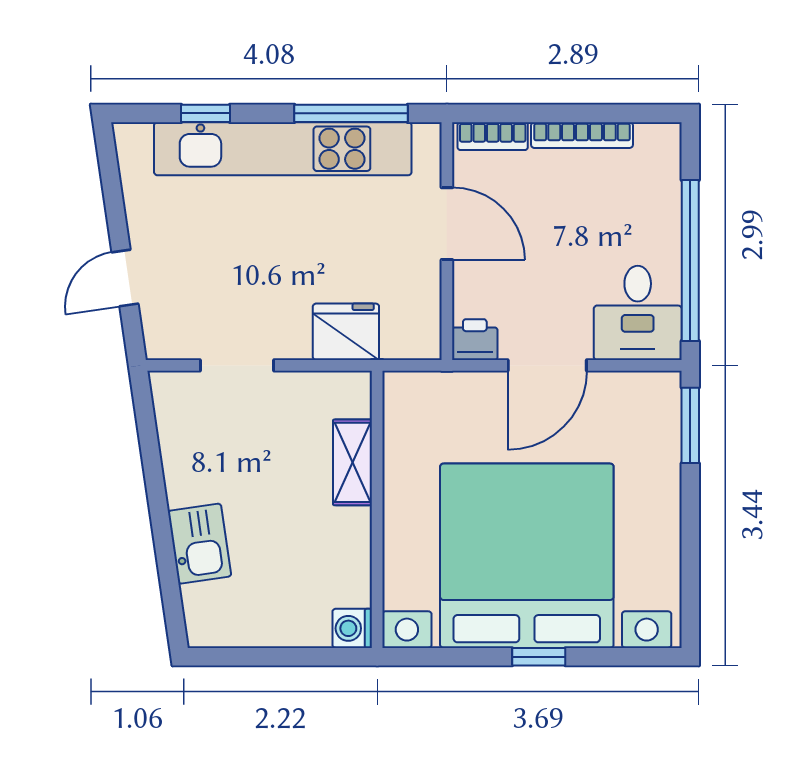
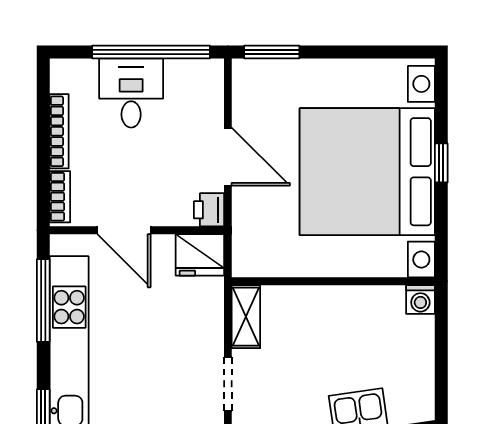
door: (447, 224) -> (124, 230), swing flipped
desk: (638, 313) -> (131, 93), moved, turned -90
fridge: (346, 332) -> (200, 255), moved, turned -90
shelving: (353, 462) -> (246, 317), moved, turned 90

